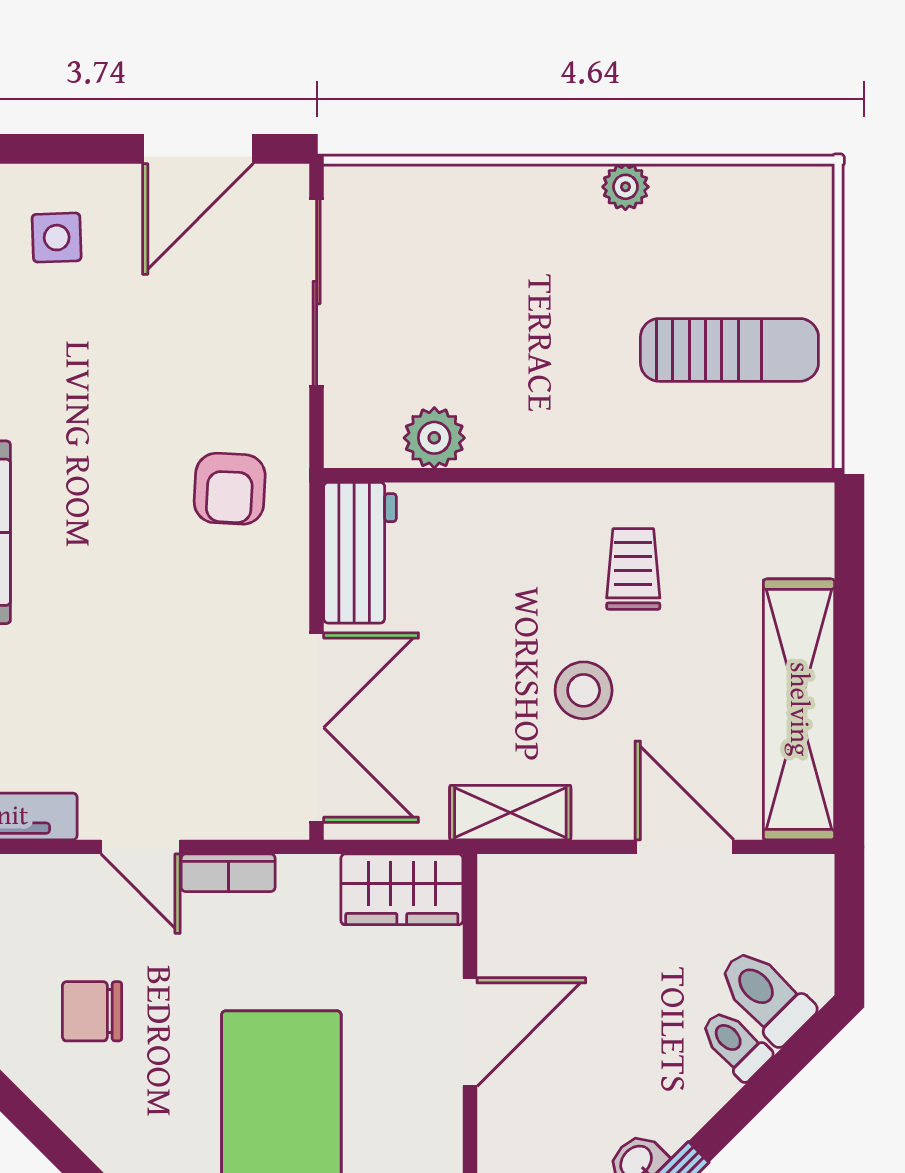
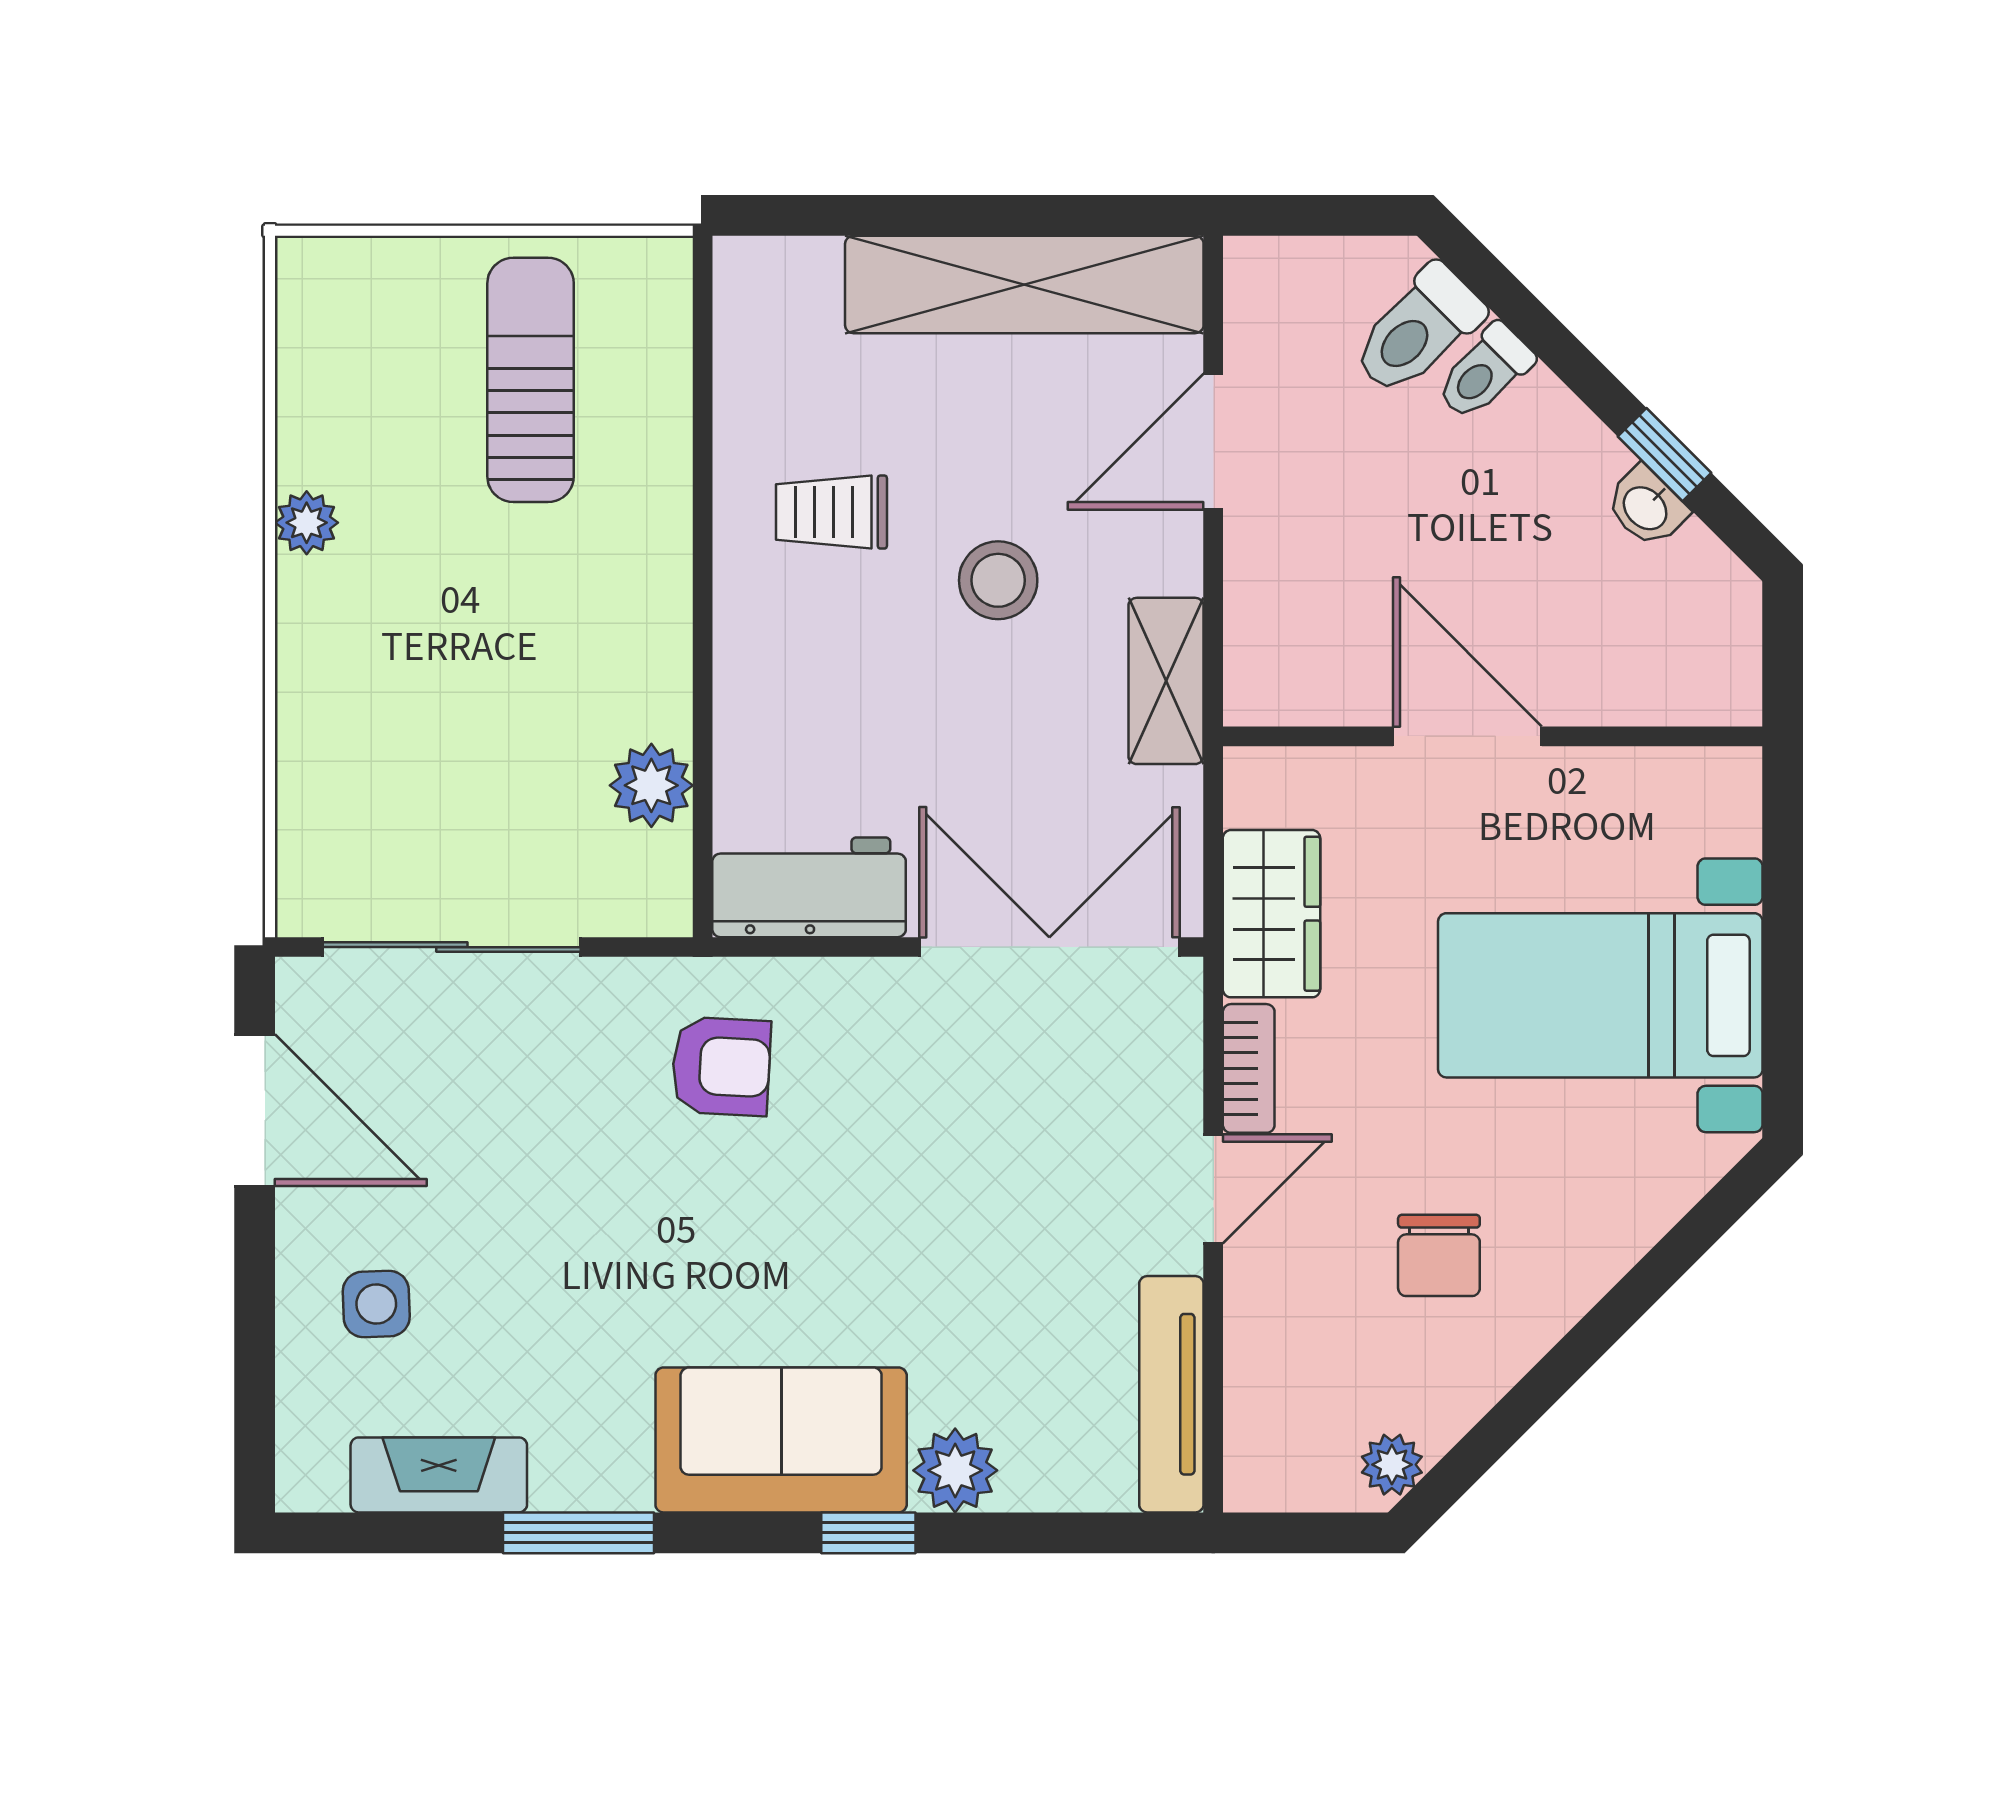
wardrobe: (402, 889) -> (1271, 914), moved

